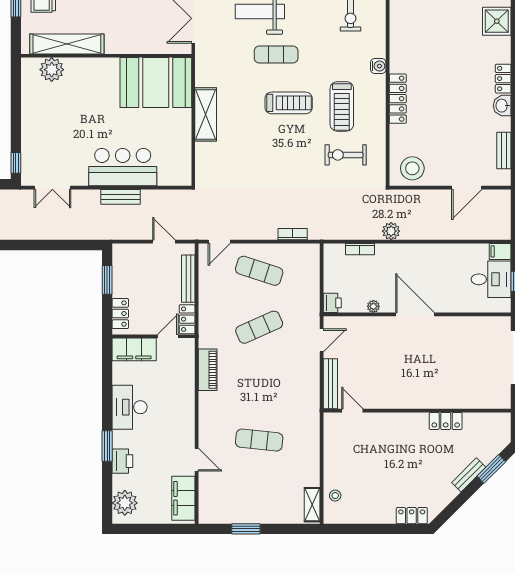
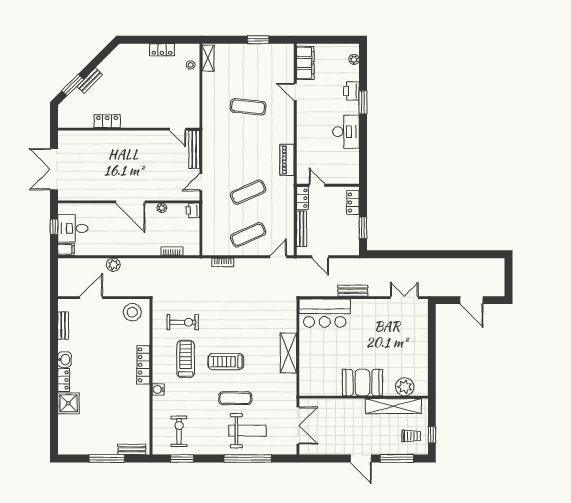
shower: (497, 21) -> (68, 403), moved
booth: (156, 83) -> (362, 383), moved, width x0.73, depth x0.70
window: (16, 163) -> (432, 316), removed
bar counter: (123, 167) -> (325, 313), moved
plant: (391, 231) -> (113, 265), moved
exercise mat: (259, 271) -> (248, 235), turned -42
door: (168, 336) -> (317, 185), swing flipped
filing cabinet: (134, 349) -> (343, 175), removed
plant: (125, 503) -> (354, 59), width x0.53, depth x0.53
locker: (412, 516) -> (162, 50), moved

